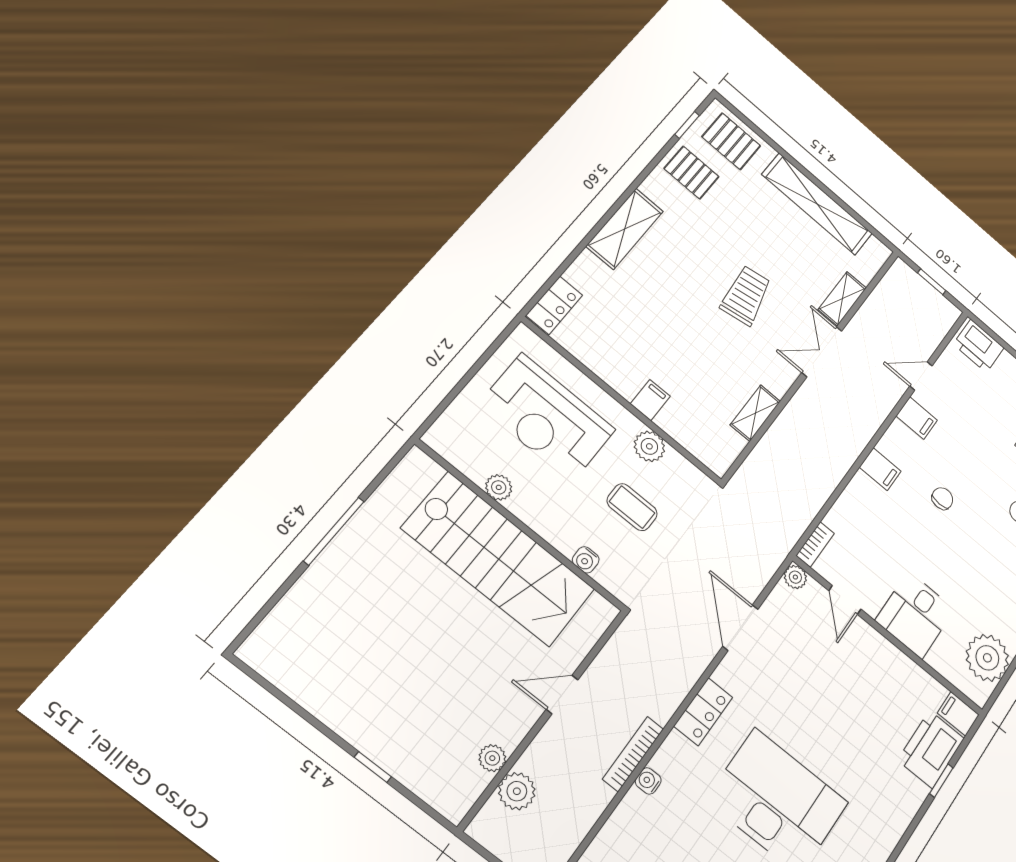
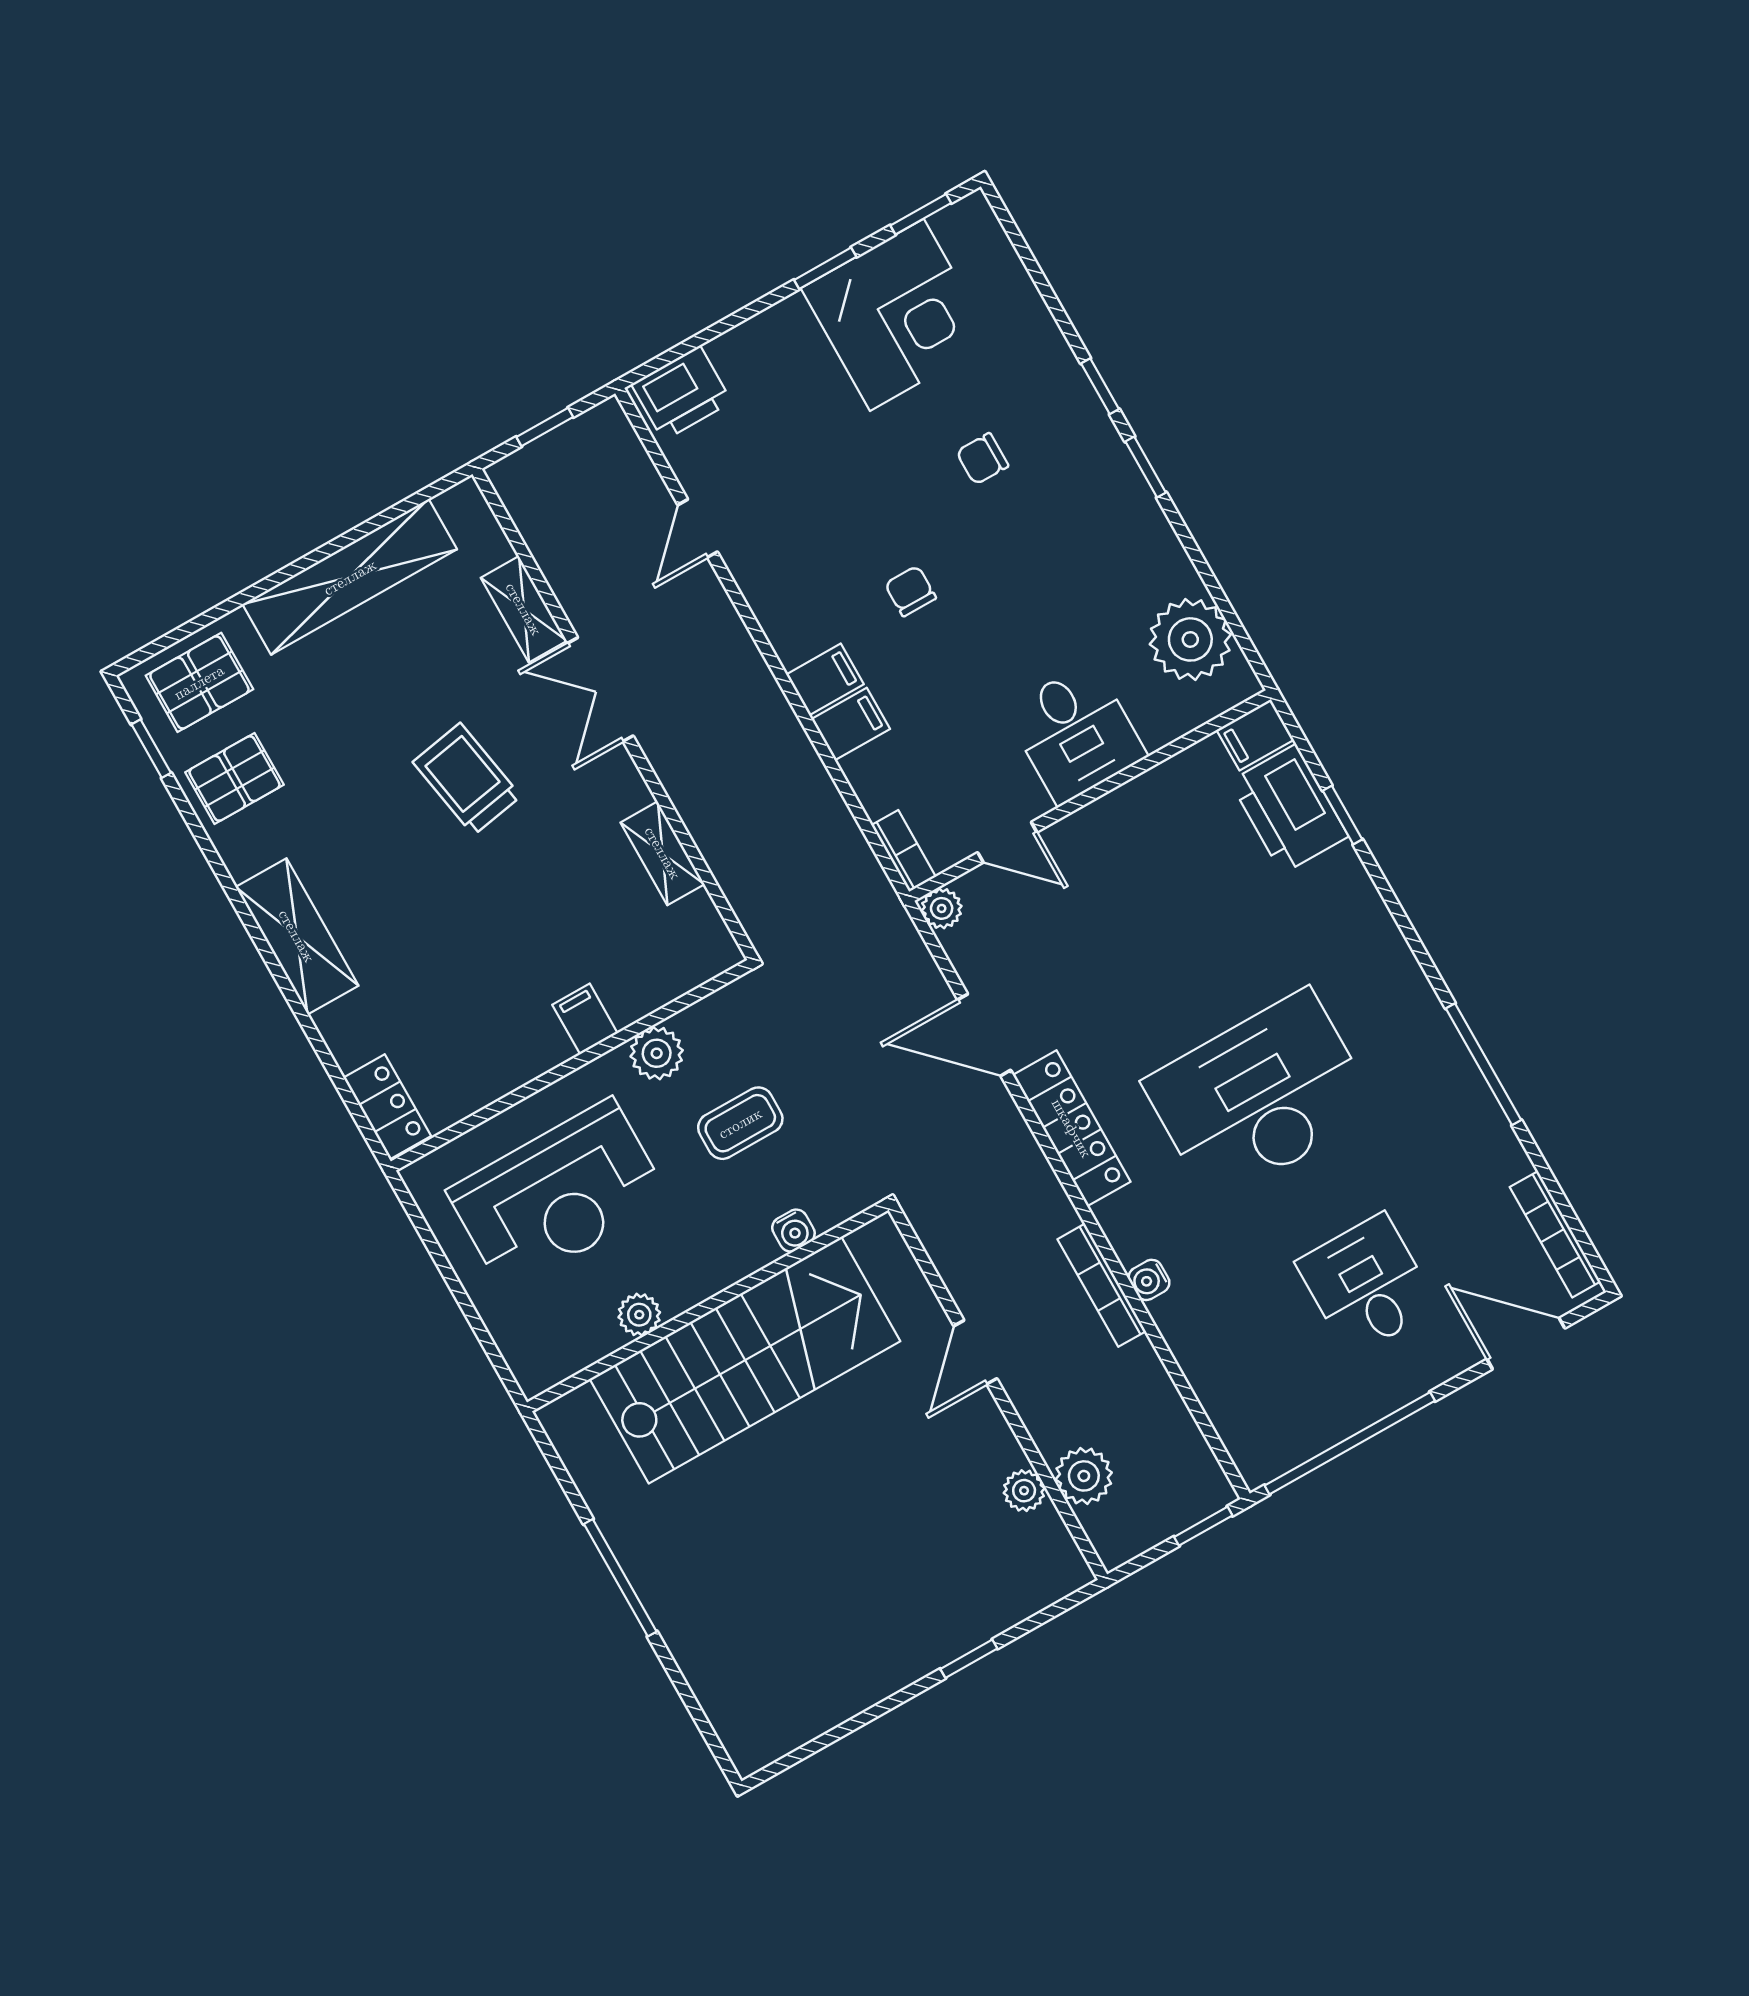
filing cabinet: (917, 418) -> (851, 724), moved
locker: (703, 712) -> (1072, 1128), width x1.53

